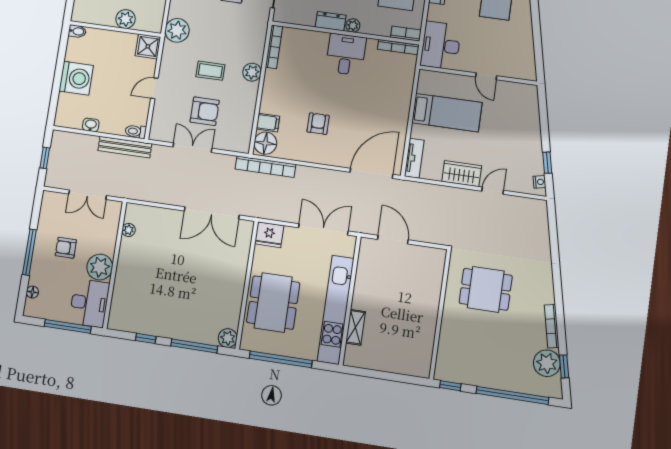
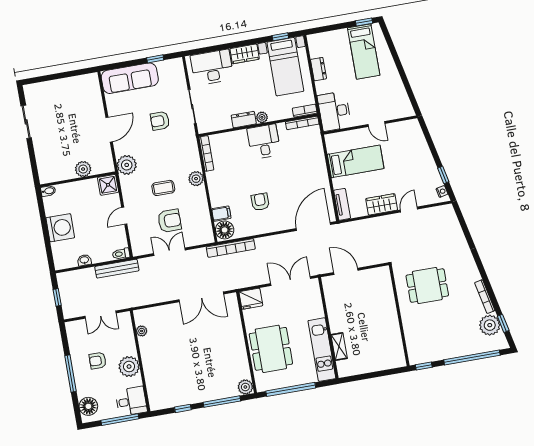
floor lamp: (32, 292) -> (88, 406), width x1.89, depth x1.89
desk: (89, 303) -> (131, 401), width x0.73
kitchen unit: (336, 310) -> (322, 350), width x0.73

